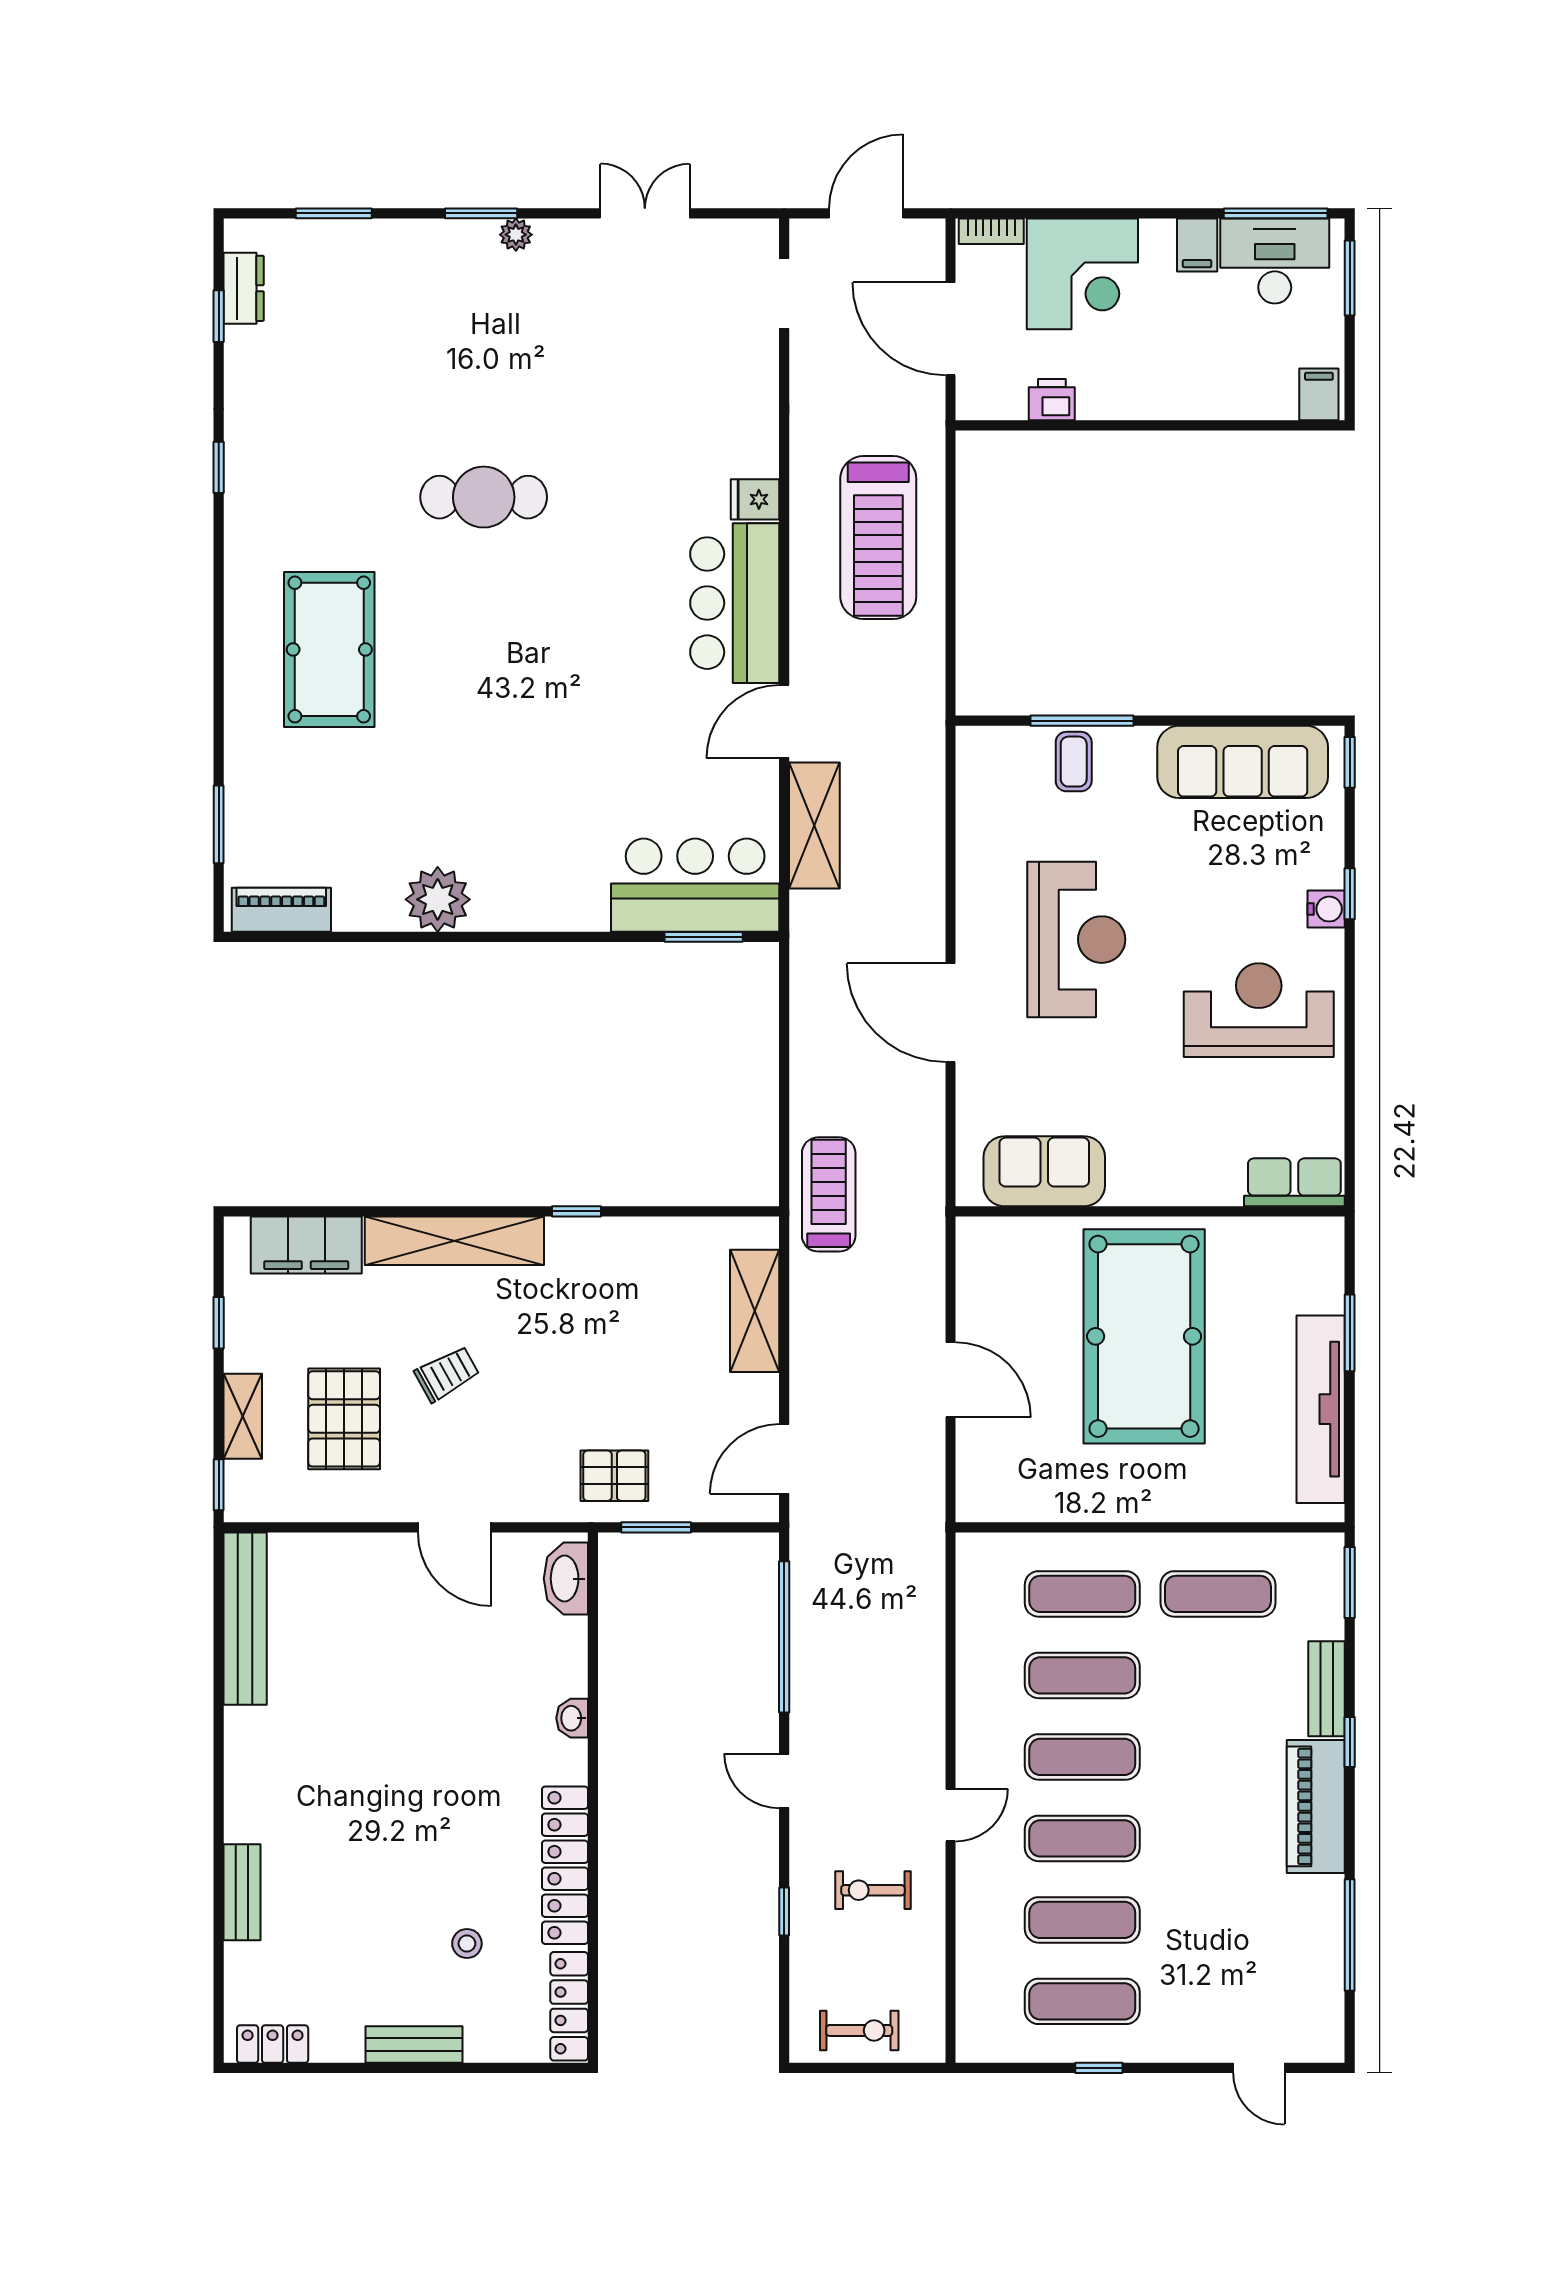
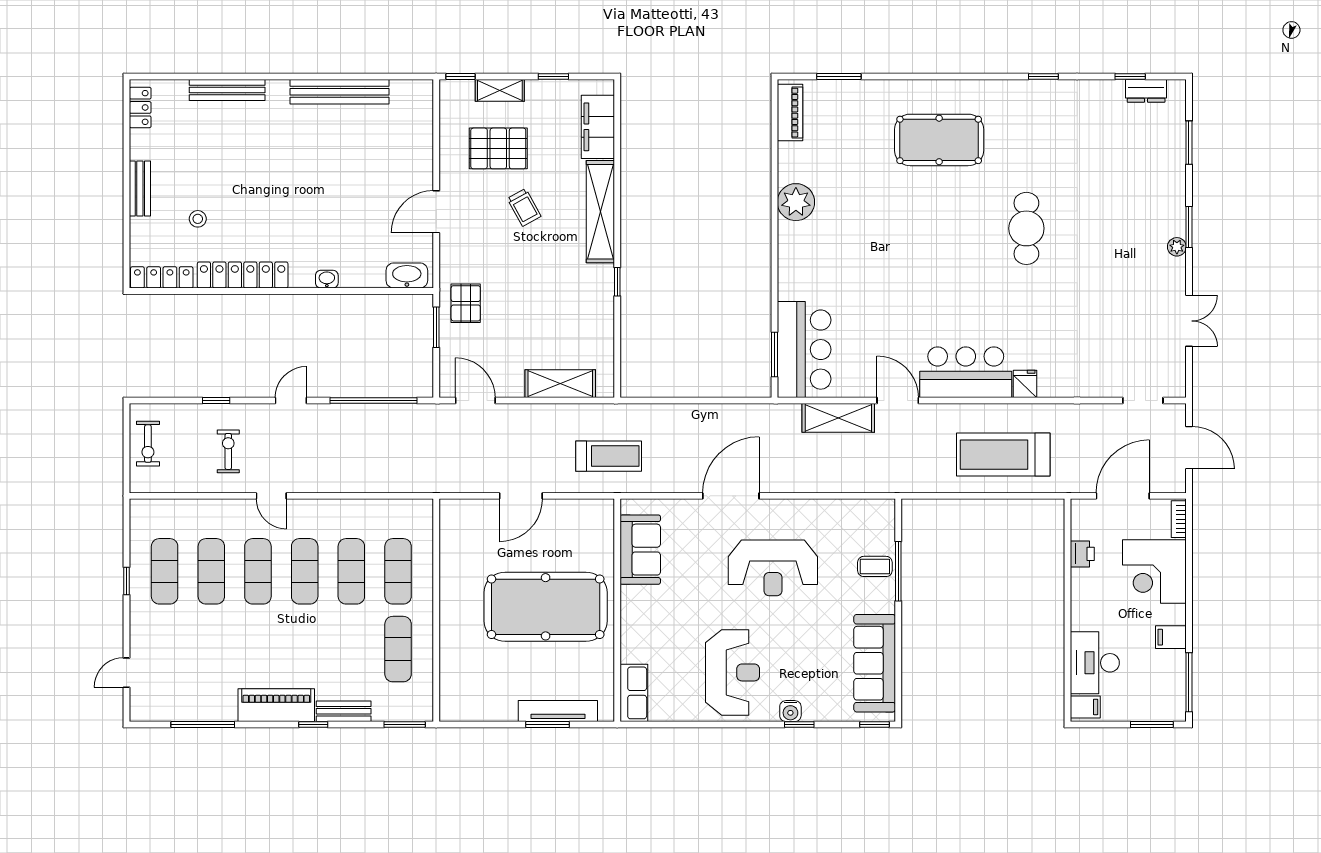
desk: (1275, 261) -> (1095, 663), moved, turned 180
treadmill: (829, 1194) -> (609, 456), moved
tv unit: (1321, 1409) -> (558, 711), moved, width x0.73, depth x0.78
bench: (245, 1619) -> (340, 92), moved
bench: (242, 1892) -> (227, 90), width x1.36

